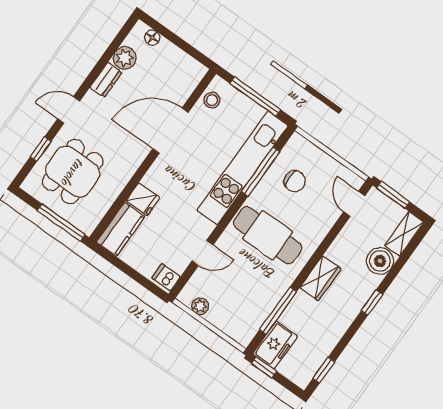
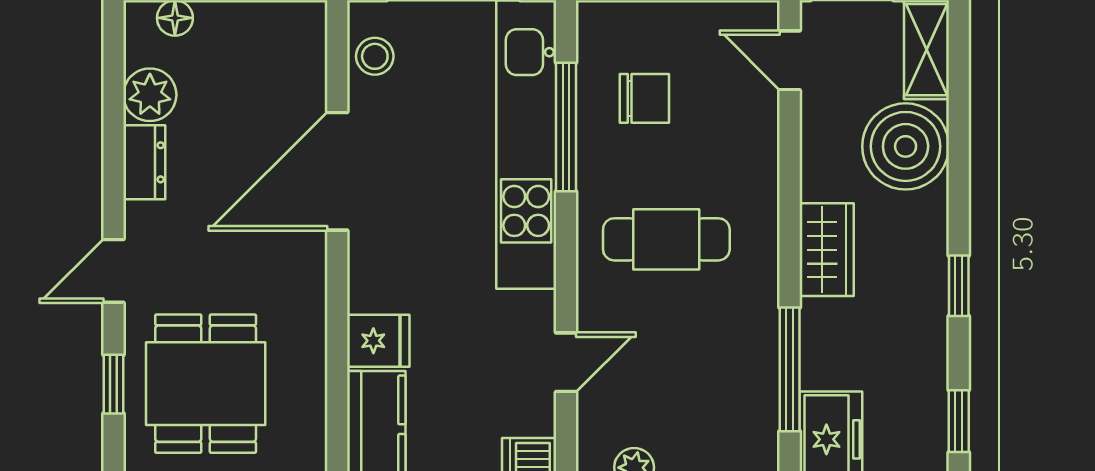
cafe table: (268, 235) -> (666, 239), width x0.73, depth x0.74
boiler: (380, 261) -> (906, 146), width x1.37, depth x1.37
window: (372, 303) -> (959, 286), moved

